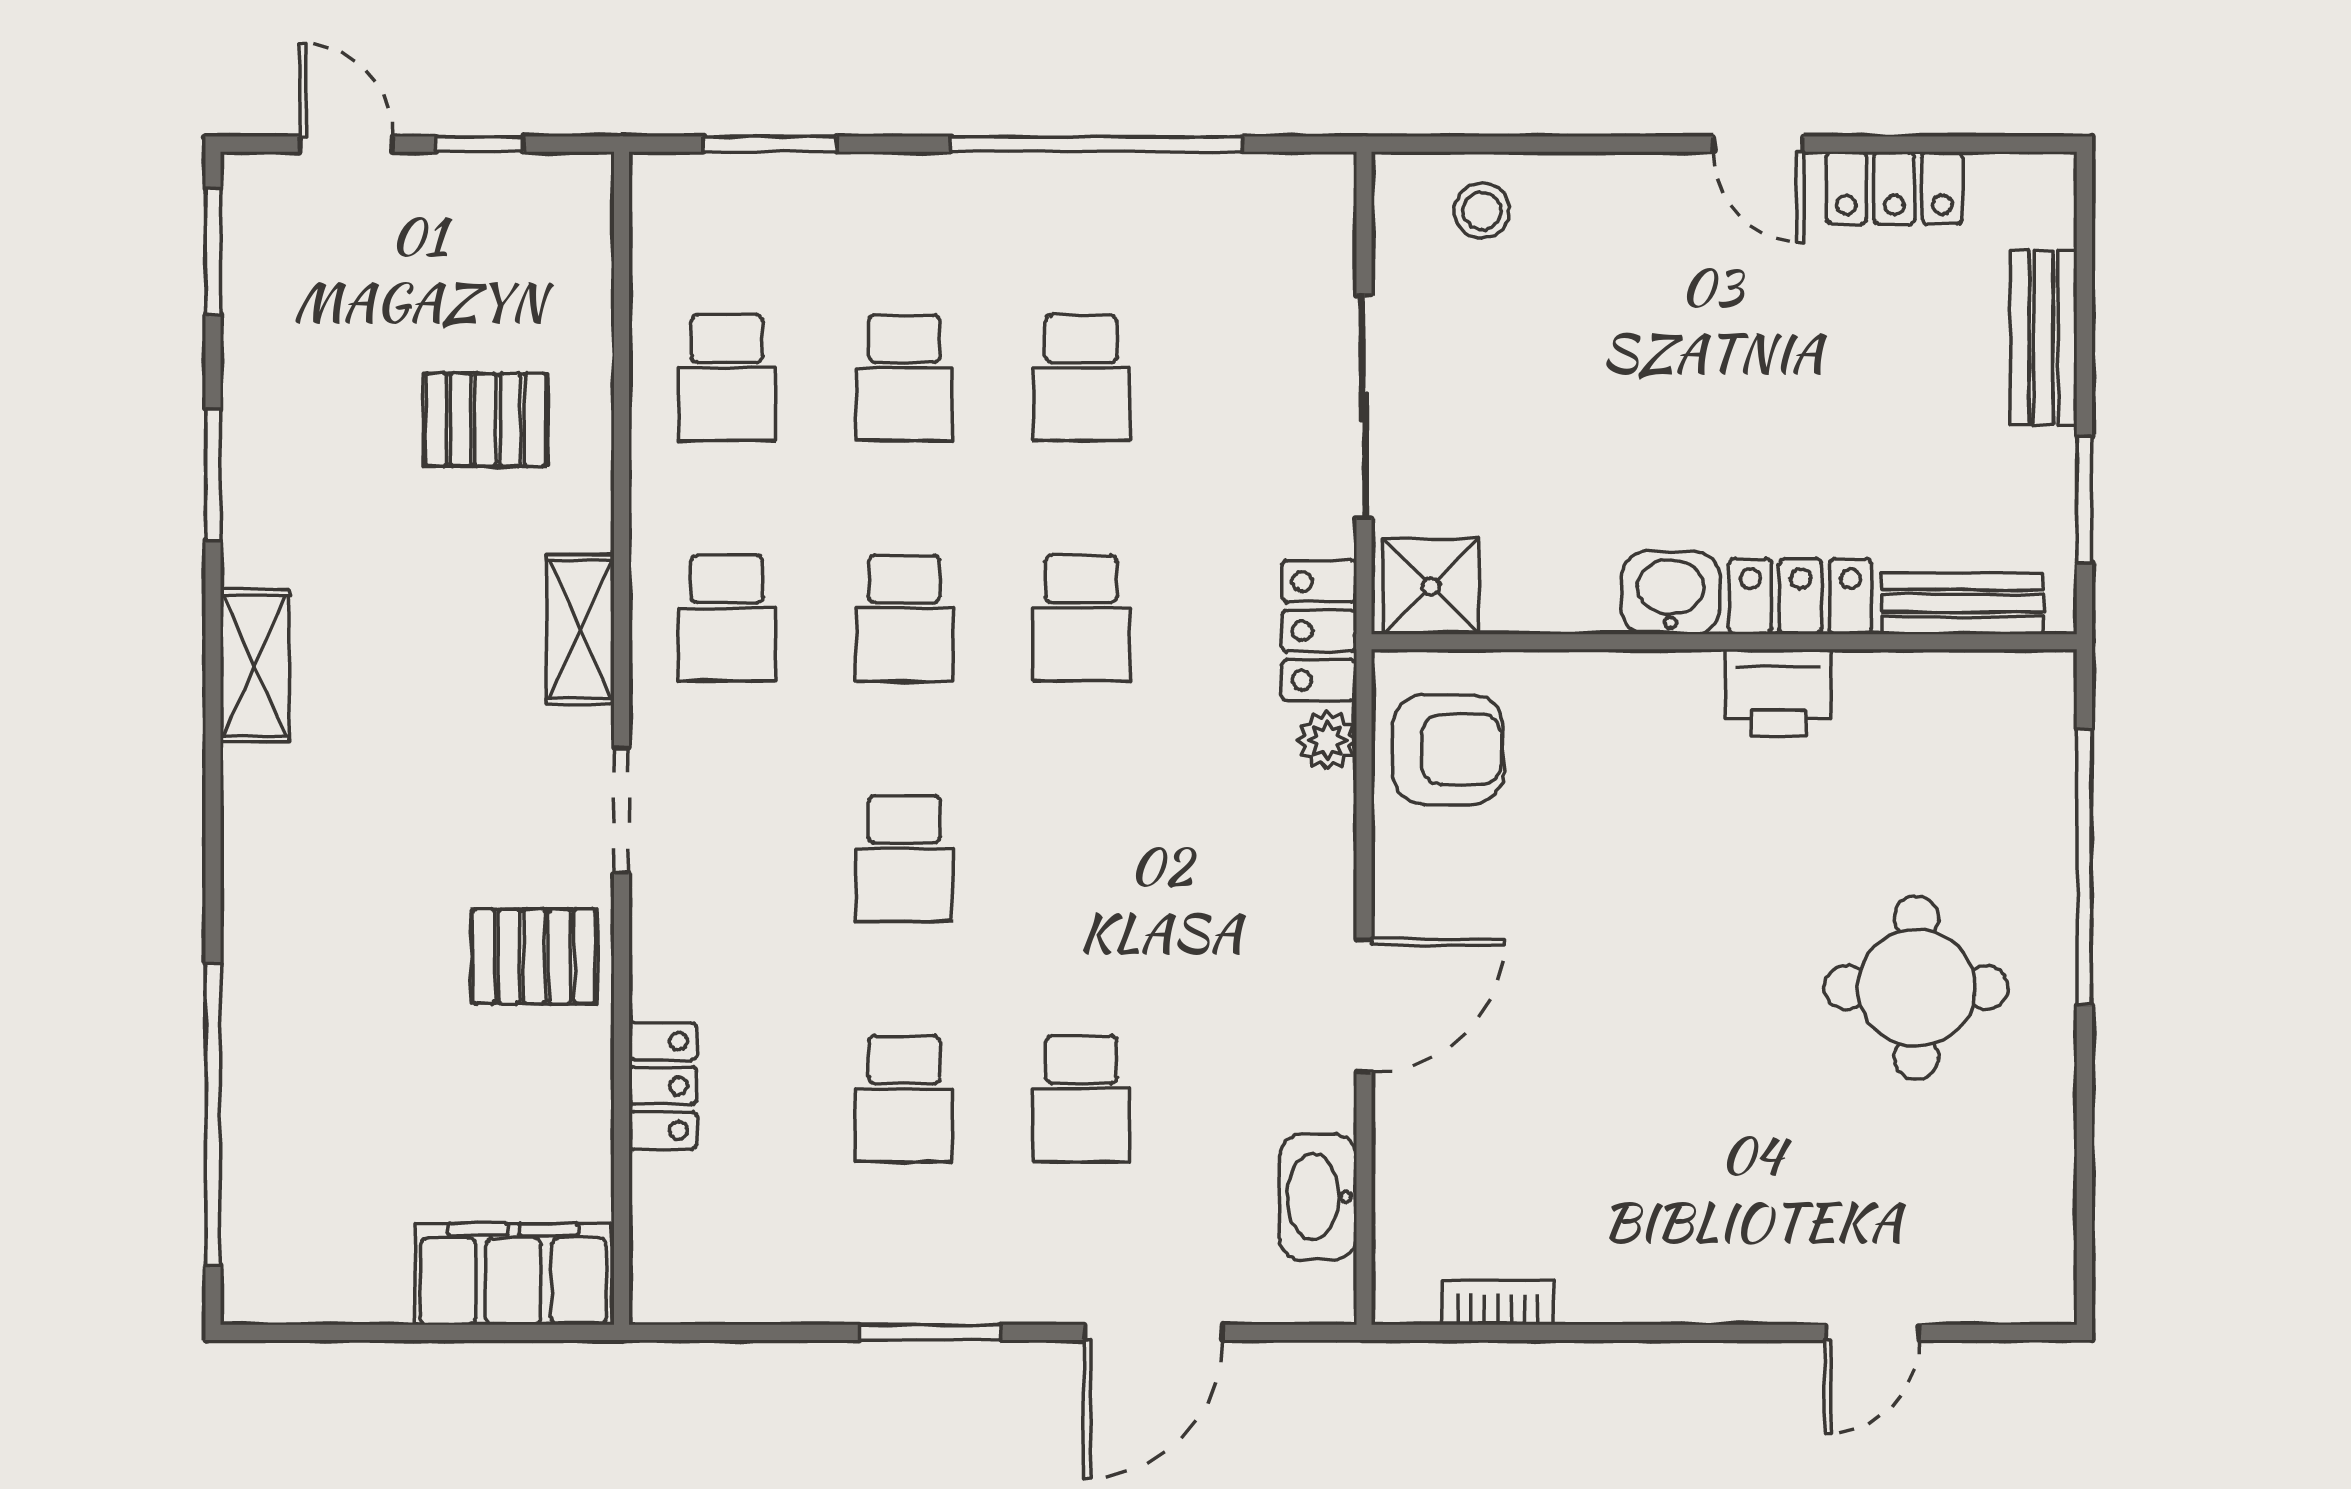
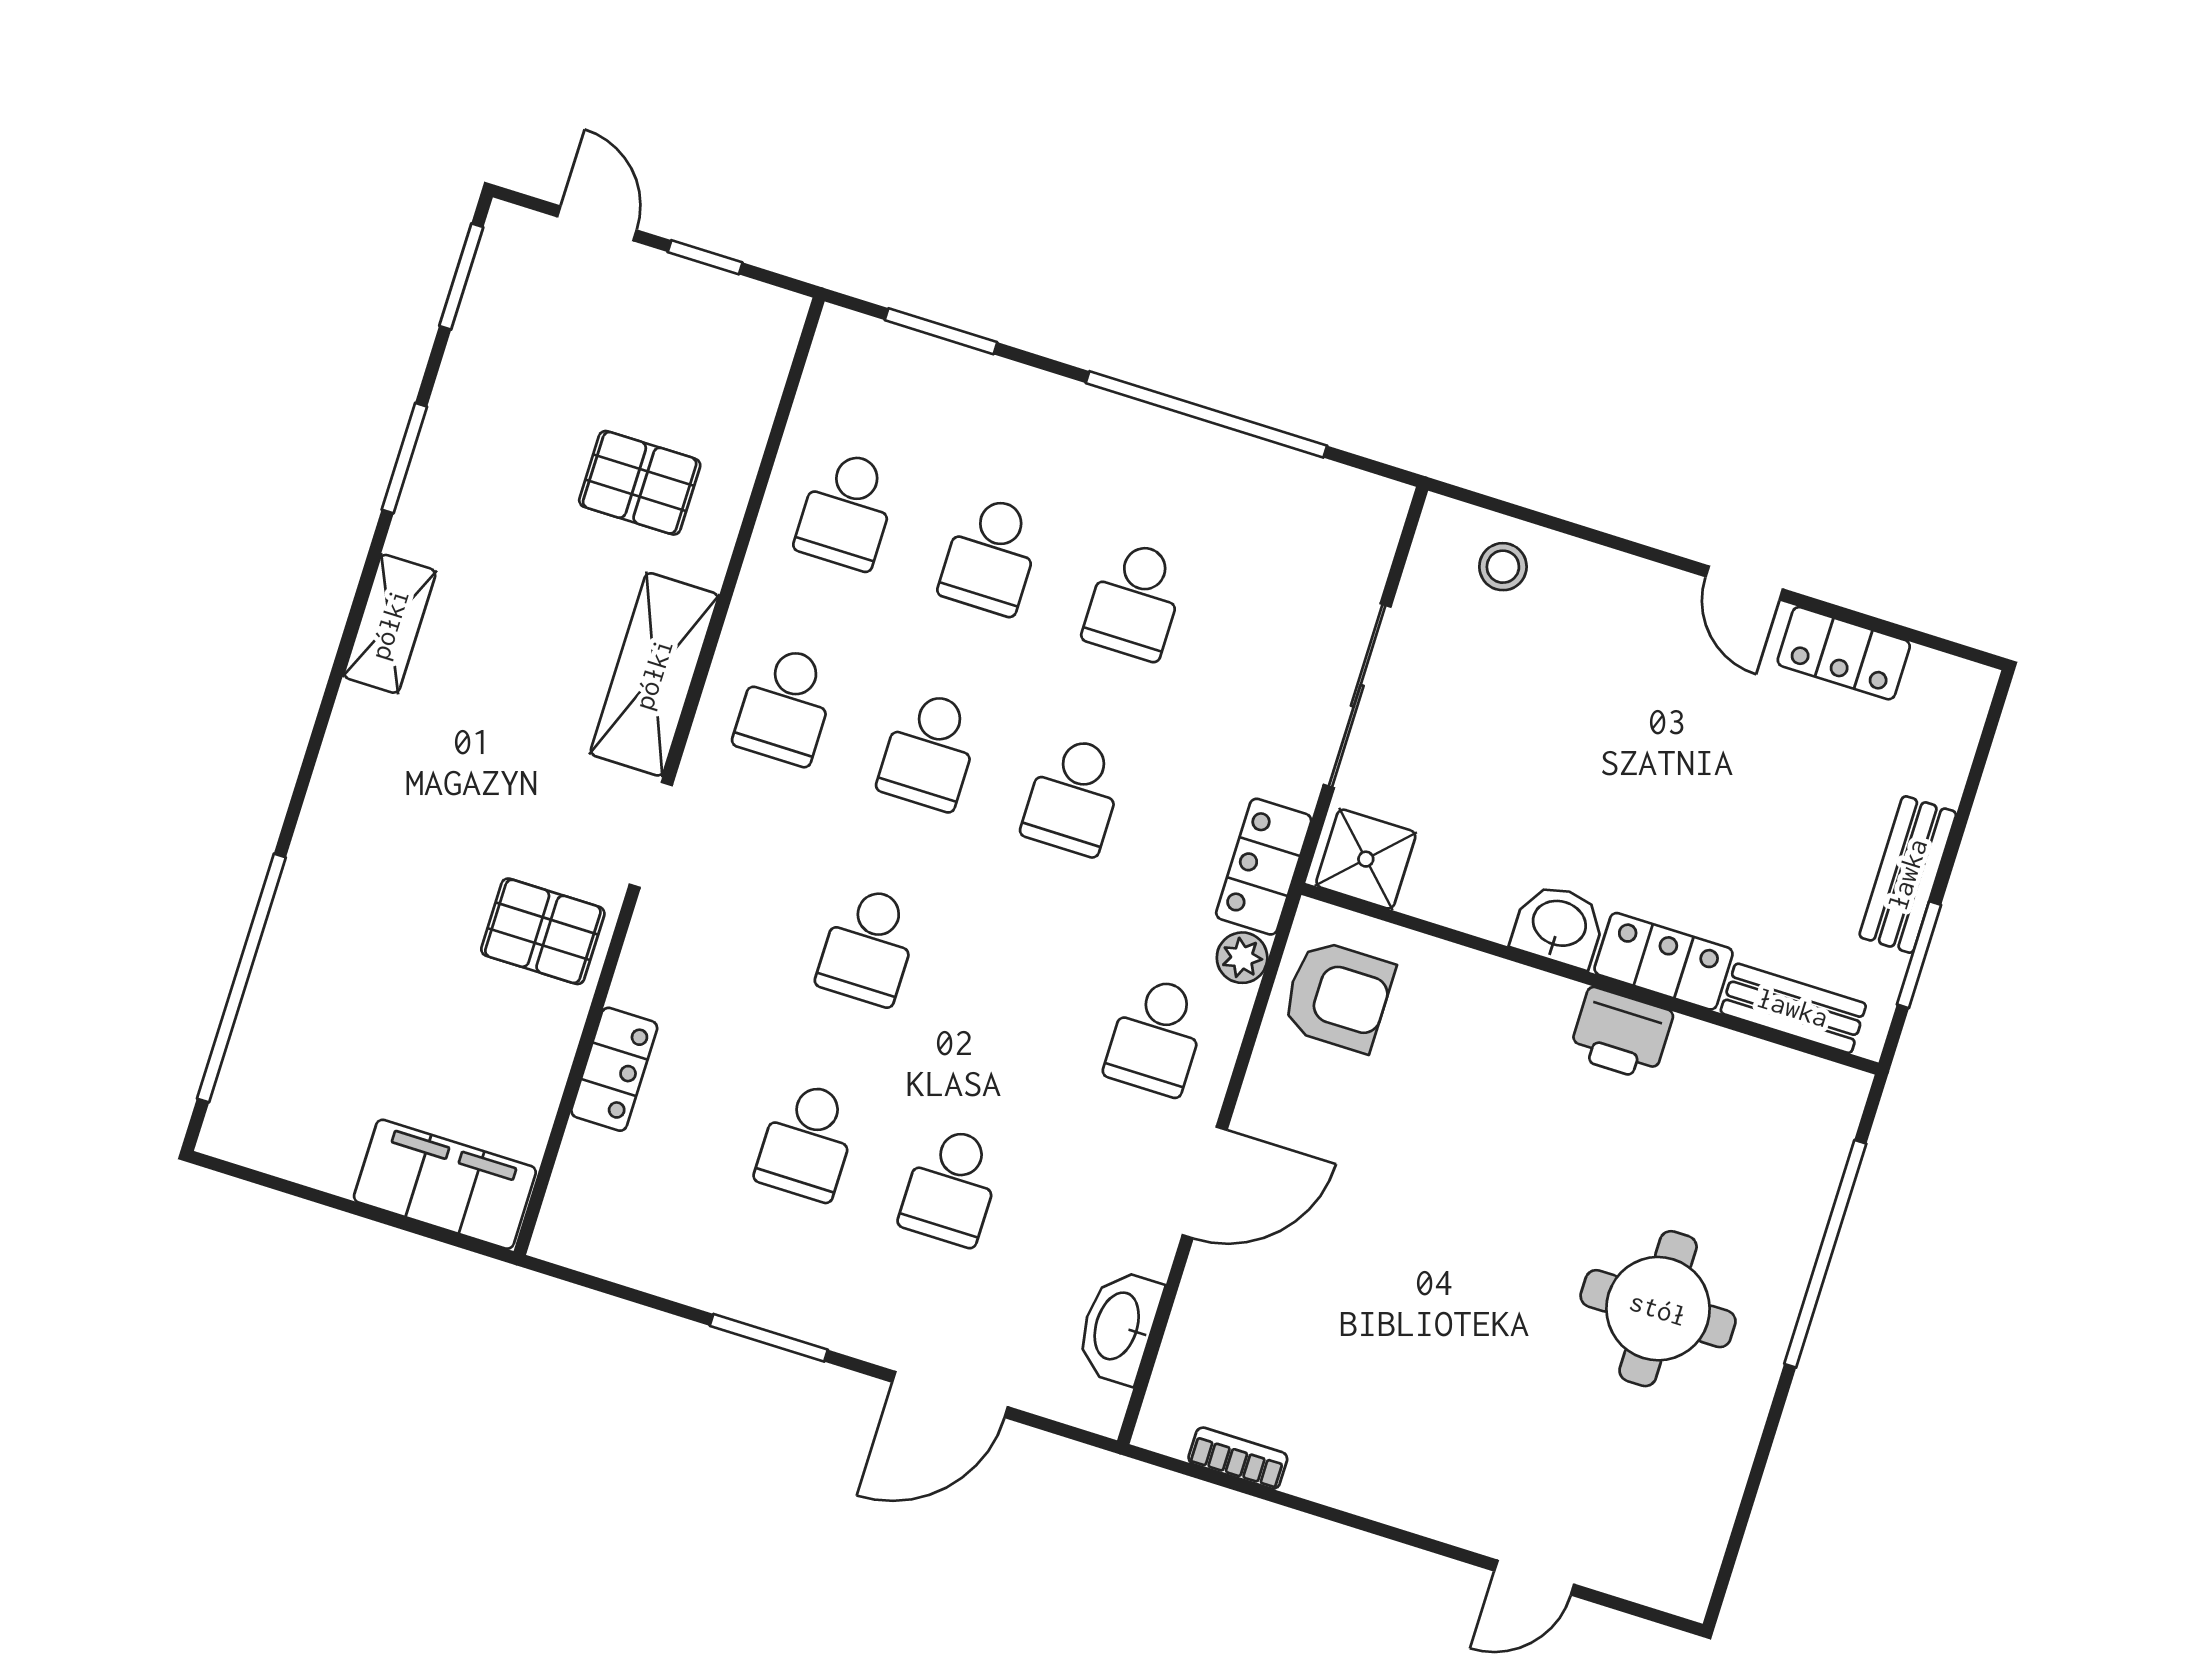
bench: (2044, 338) -> (1908, 874), moved
shelving: (580, 629) -> (654, 674), width x1.50, depth x1.33
school desk: (1258, 858) -> (1156, 1036), added

